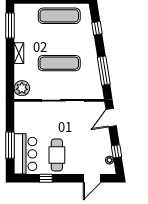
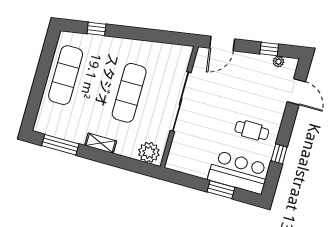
window: (104, 71) -> (156, 36), removed
door: (111, 118) -> (222, 44), hinge flipped
window: (10, 145) -> (221, 190), width x0.69
cafe table: (57, 155) -> (252, 130), width x0.73, depth x0.74

